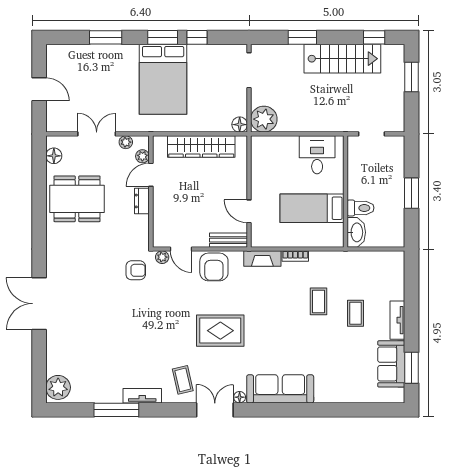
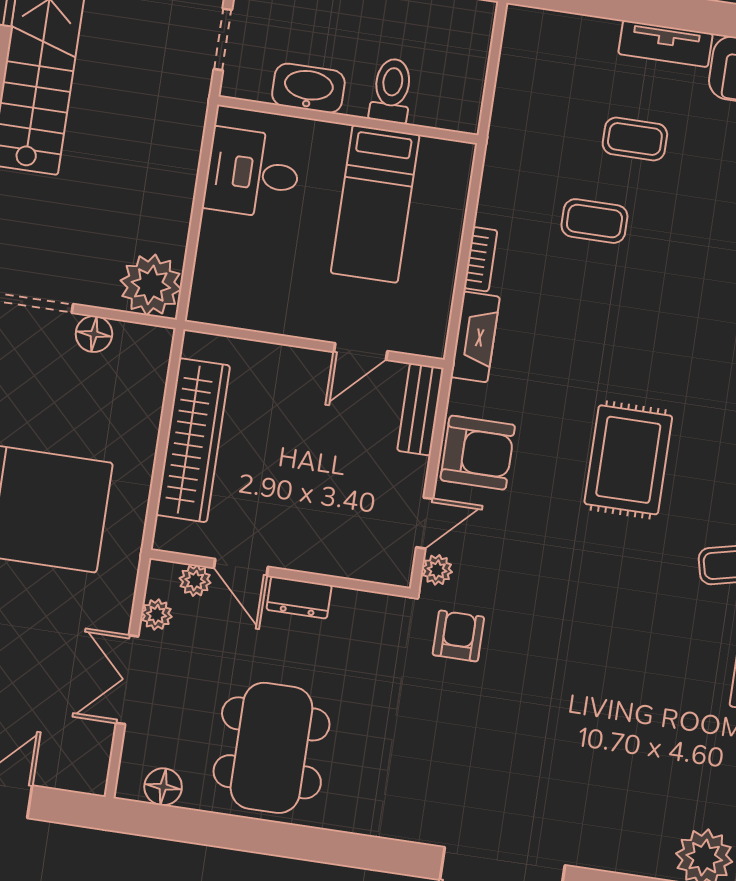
floor lamp: (240, 125) -> (94, 334), moved
washbasin: (356, 232) -> (308, 88), moved

